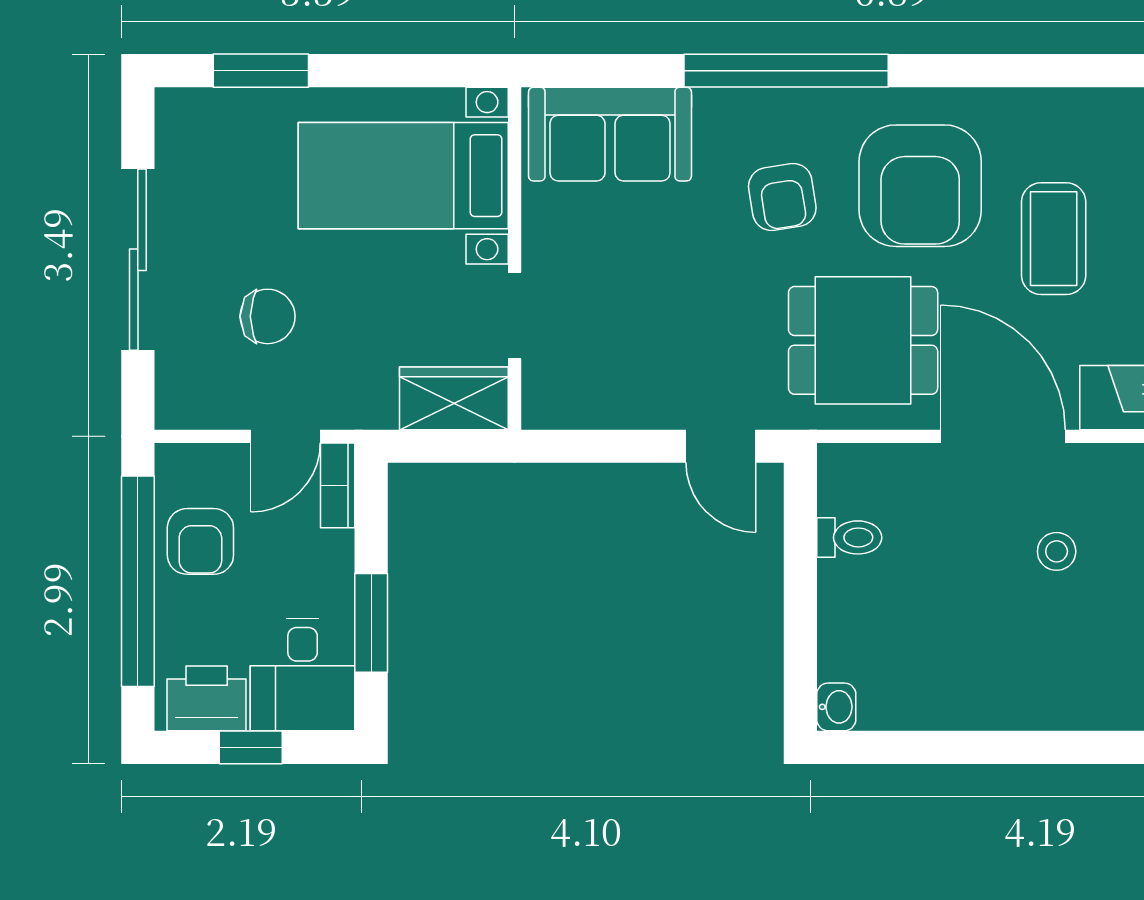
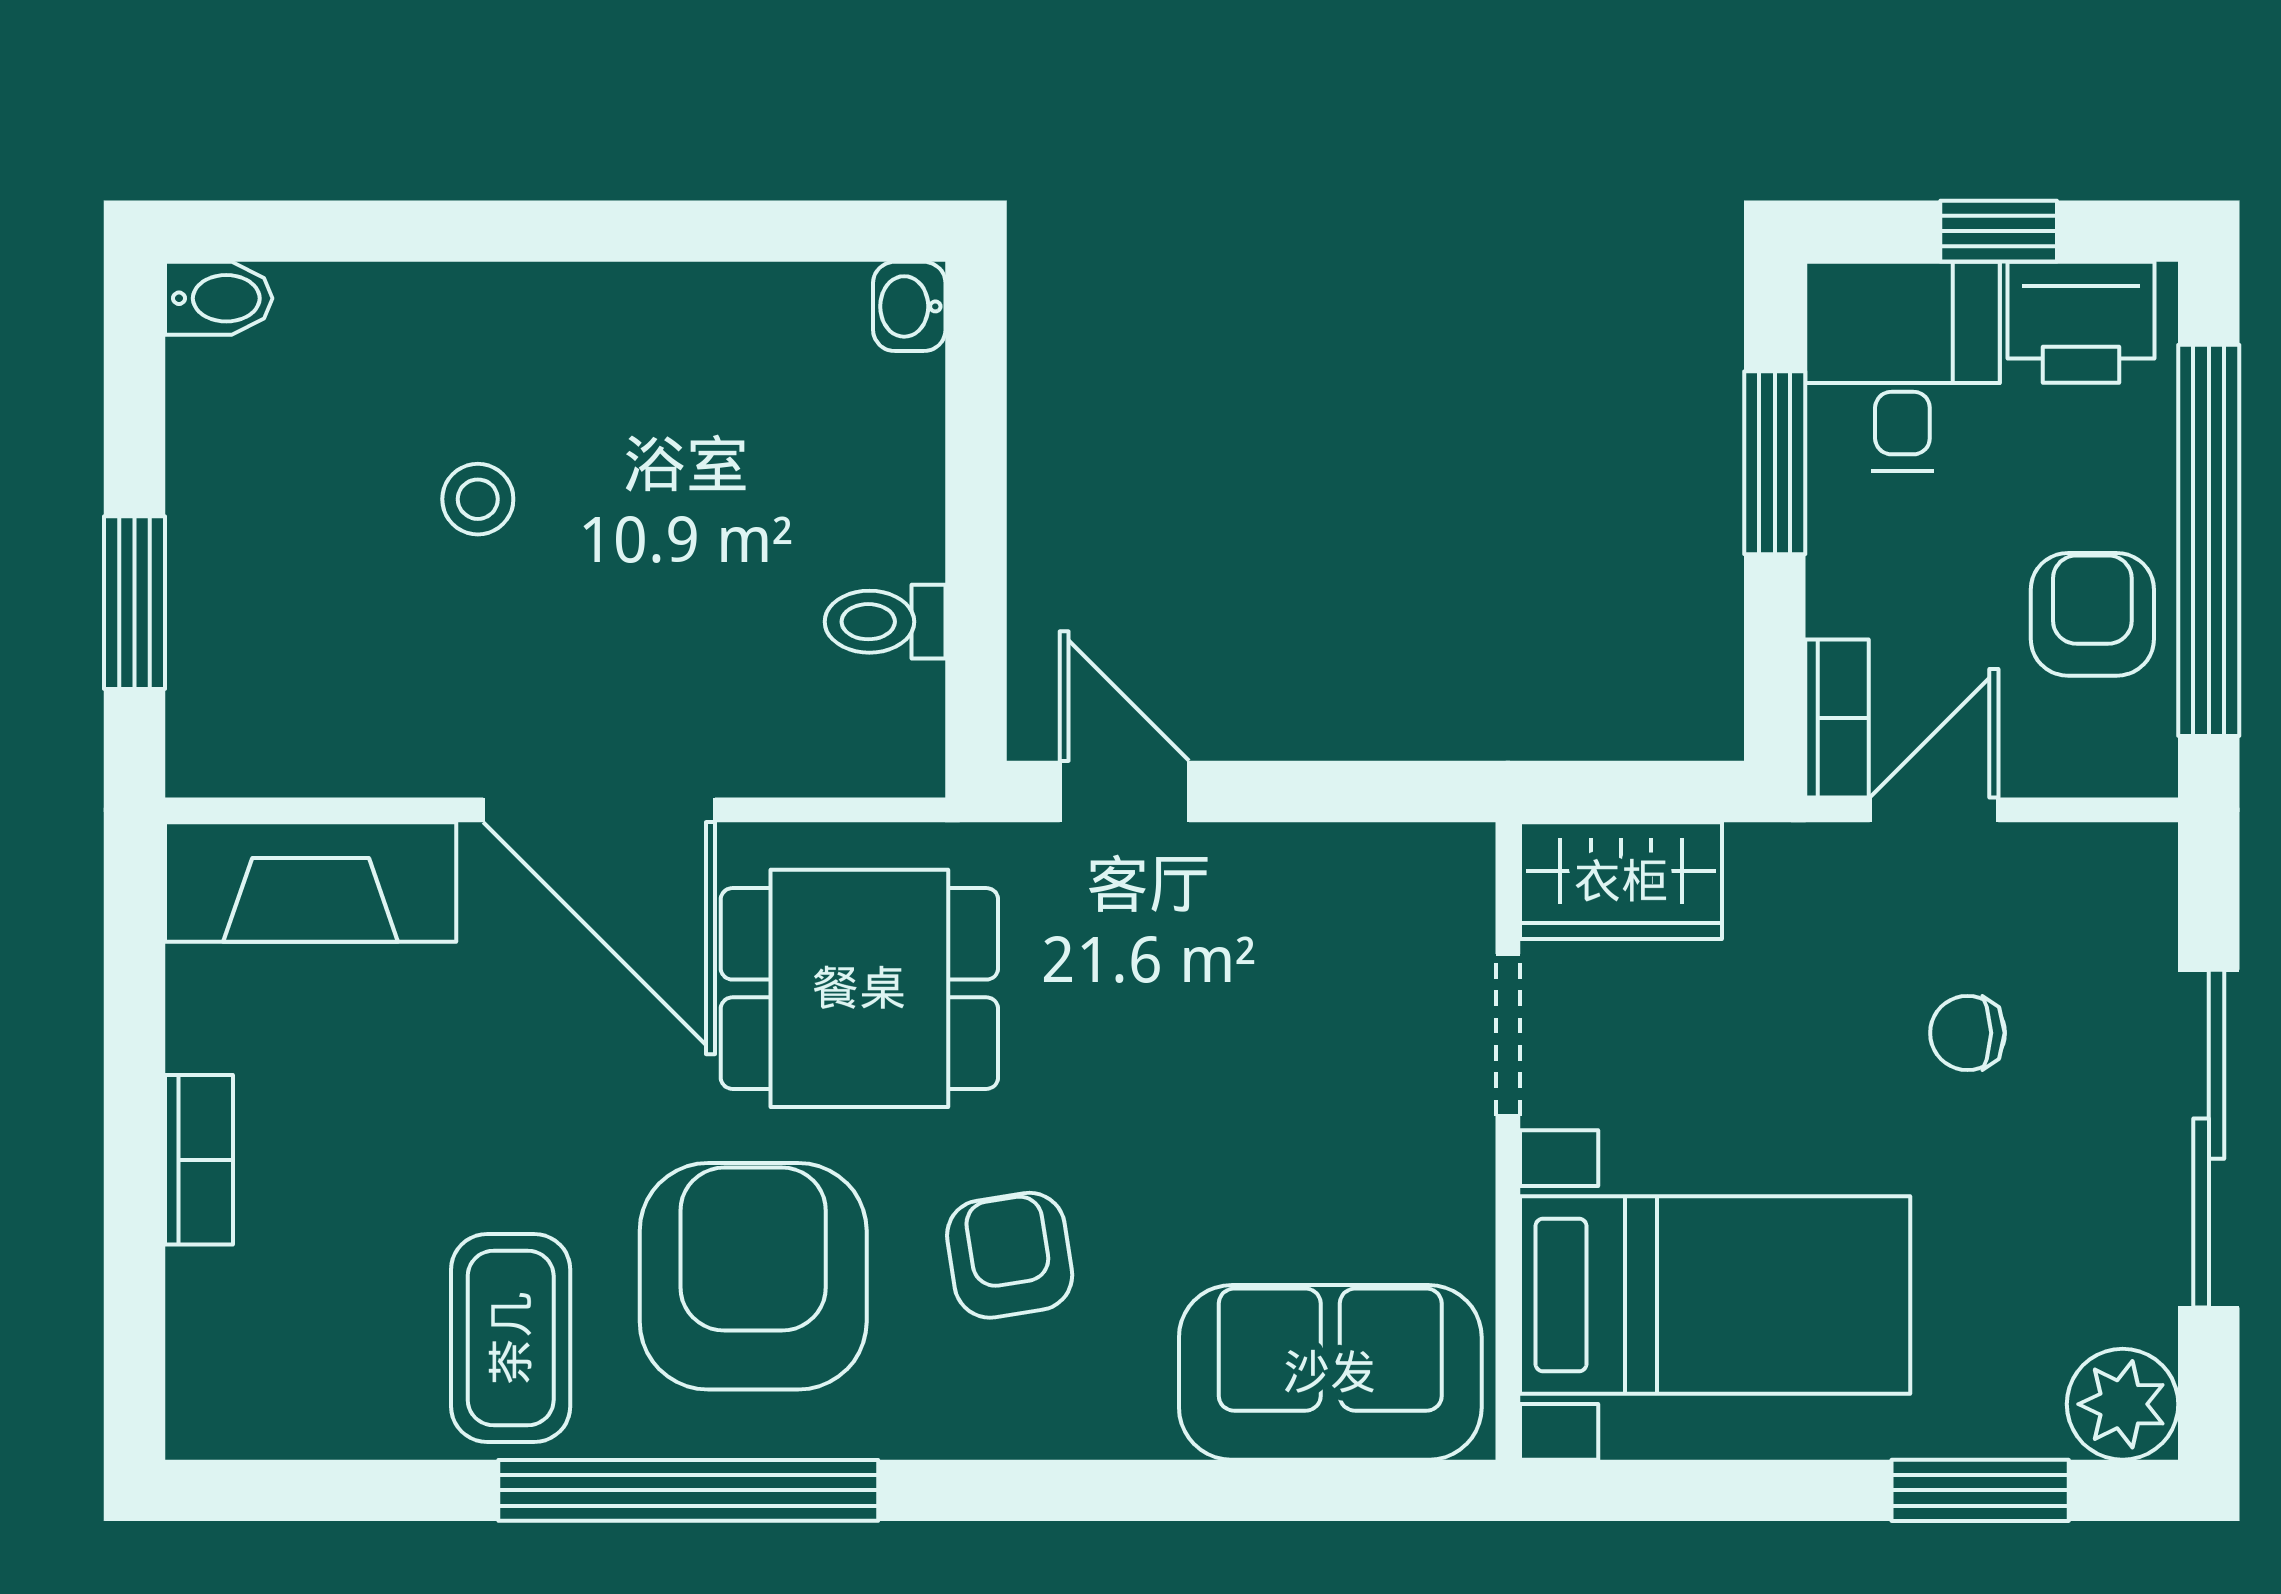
window: (786, 71) -> (688, 1490), moved
plant: (184, 117) -> (2123, 1404), added
coffee table: (1054, 239) -> (511, 1338), moved
chair: (268, 316) -> (1968, 1033), width x0.73, depth x0.73
stool: (1057, 551) -> (478, 499), moved

